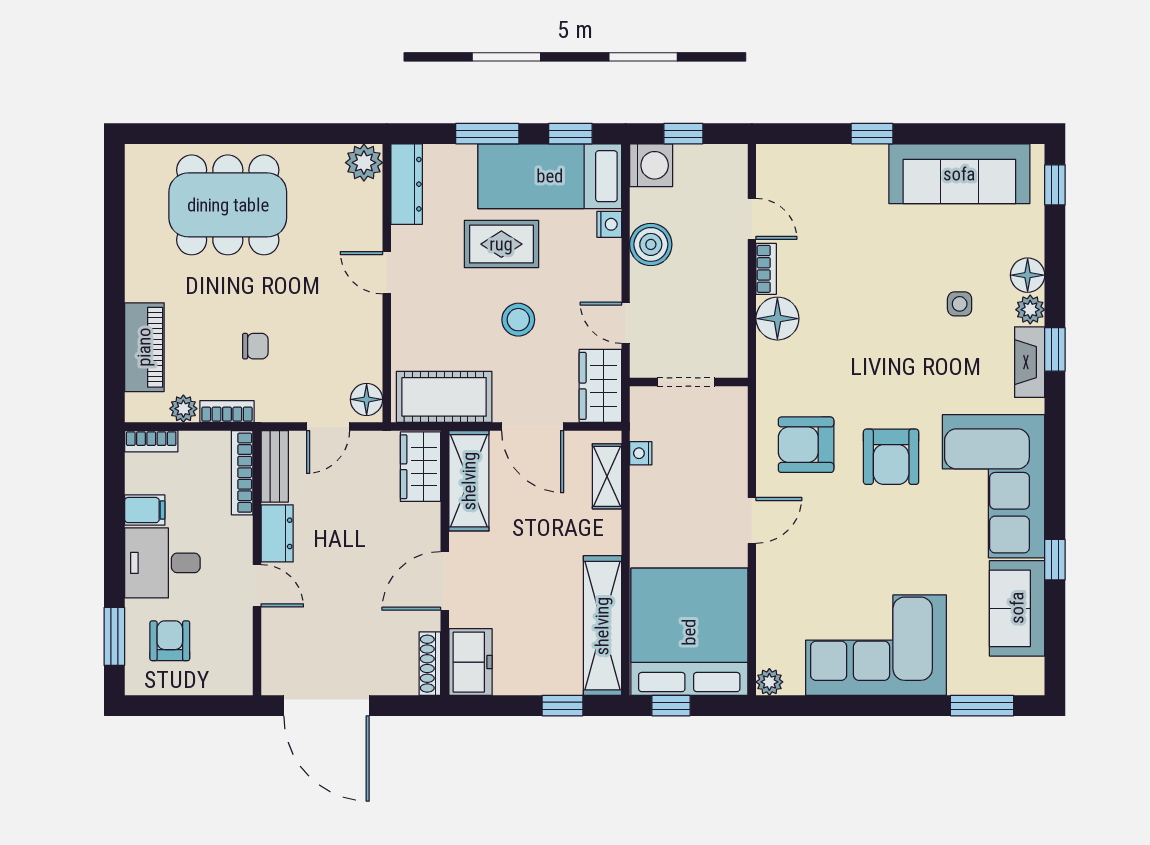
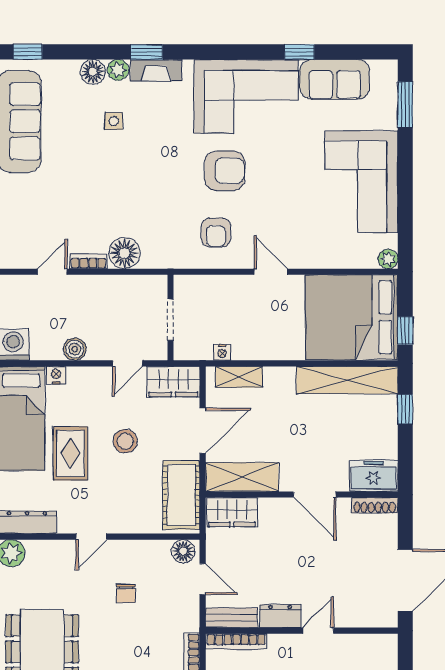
boiler: (651, 244) -> (75, 349), width x0.73, depth x0.73
chair: (255, 346) -> (126, 593), moved, turned 180
armchair: (806, 445) -> (216, 232), width x0.72, depth x0.72

